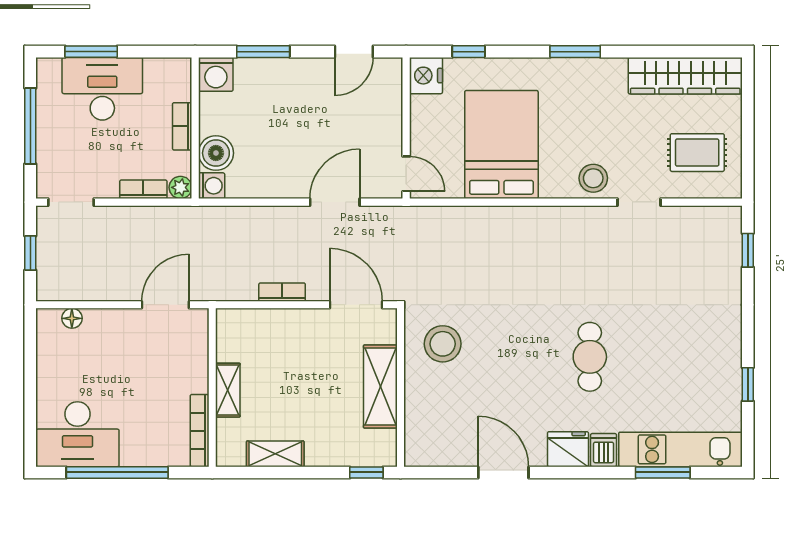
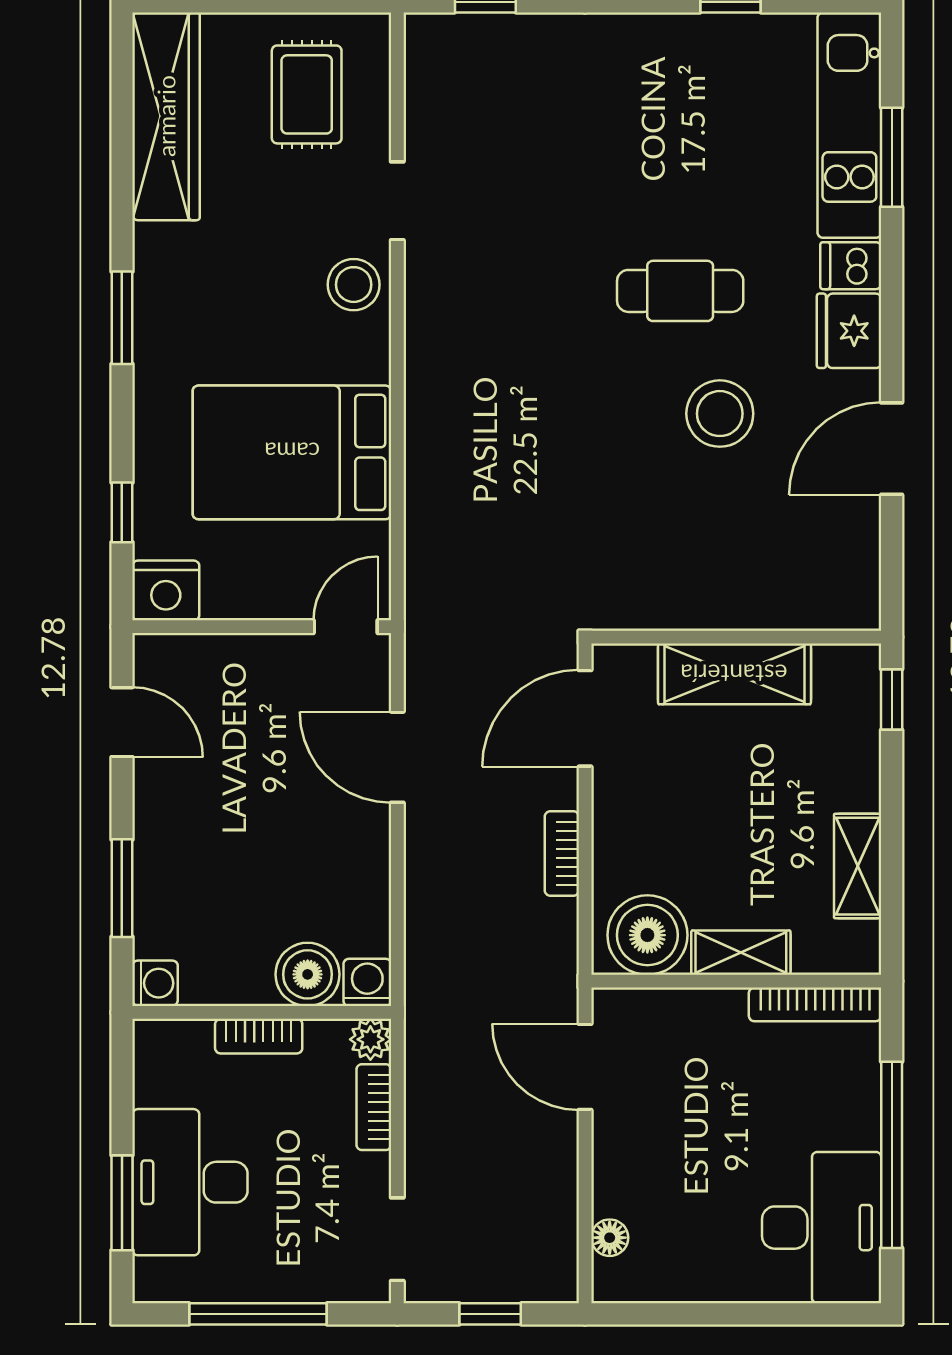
washing machine: (216, 74) -> (155, 983), width x0.73, depth x0.73
boiler: (237, 339) -> (647, 935), added
stool: (443, 344) -> (720, 414), moved

